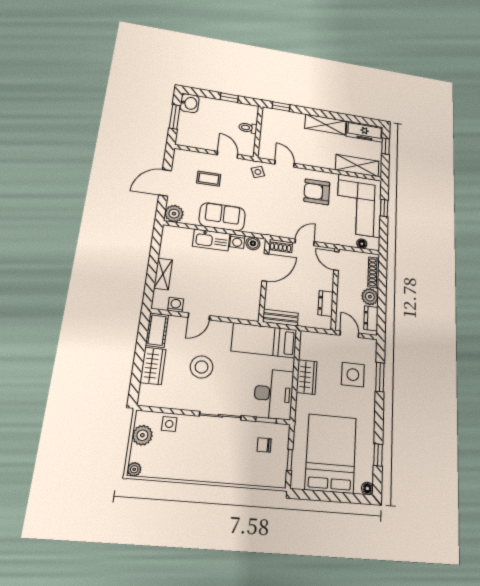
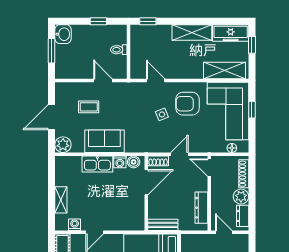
side table: (258, 172) -> (162, 114), moved
dresser: (326, 303) -> (201, 208), width x1.44

